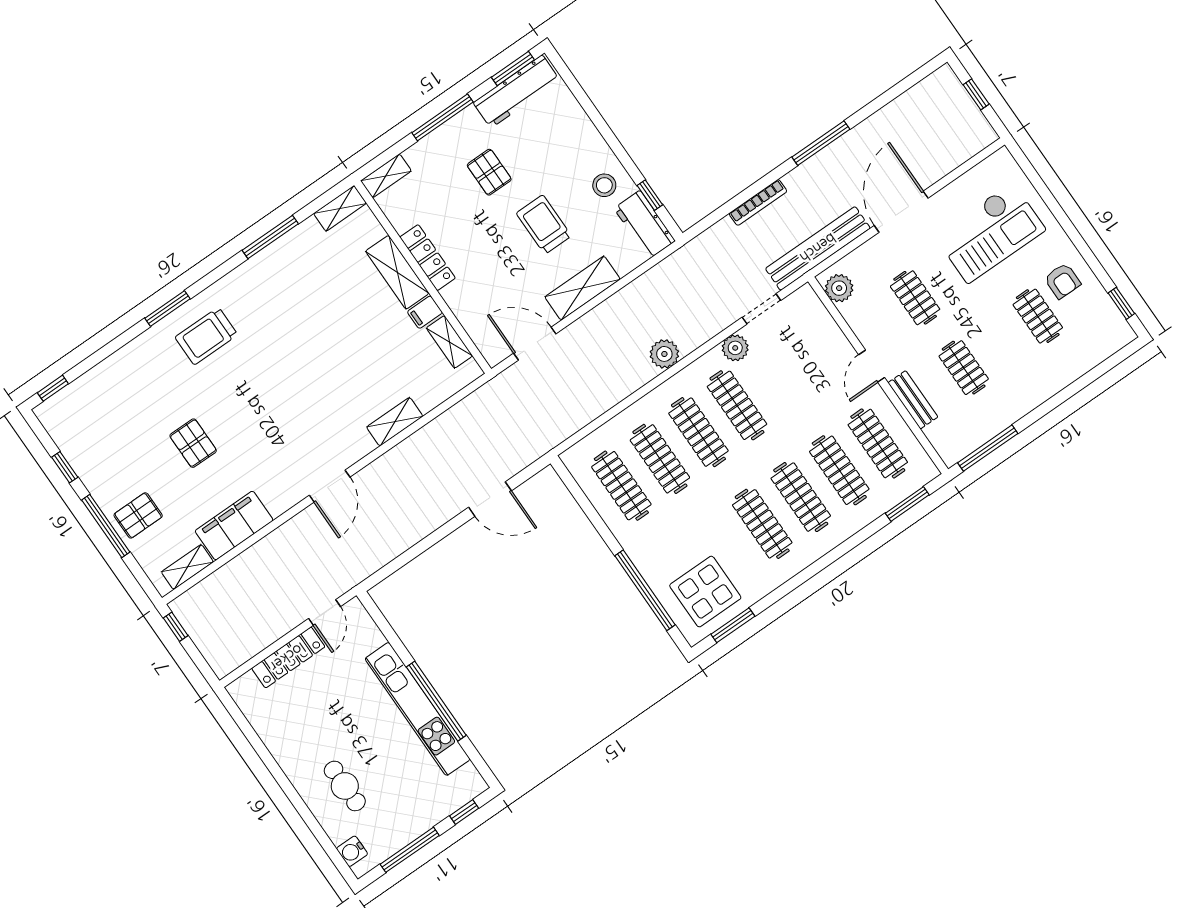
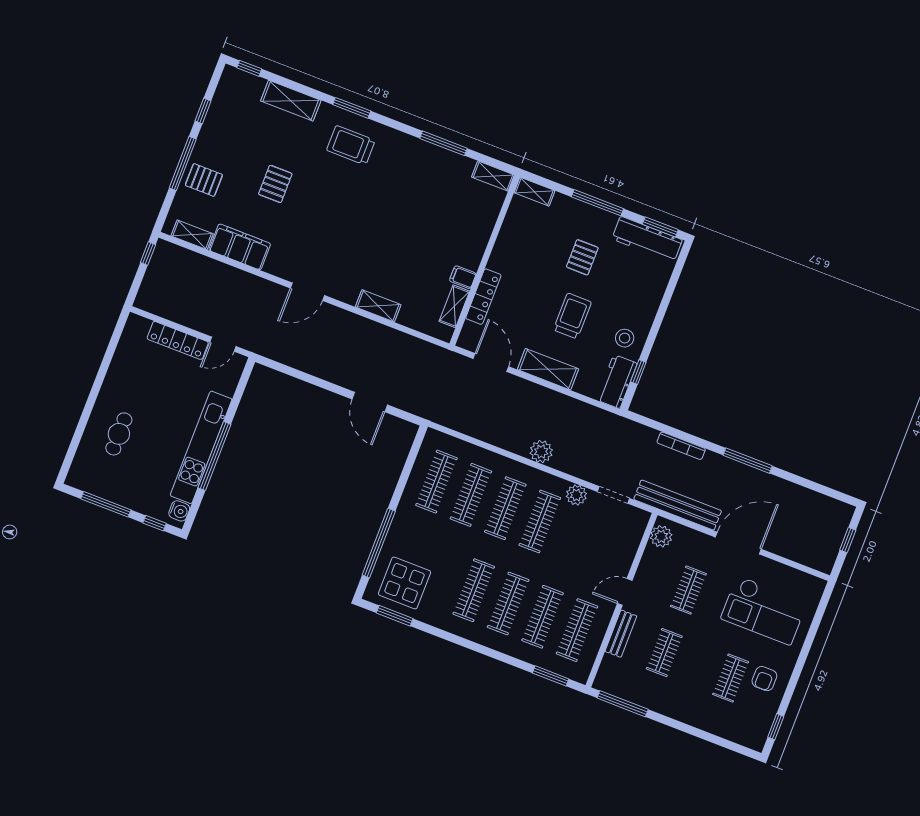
locker: (428, 258) -> (483, 297), moved
shelving: (397, 272) -> (291, 101), moved, turned 90
water cooler: (352, 851) -> (179, 511), moved, turned 180

